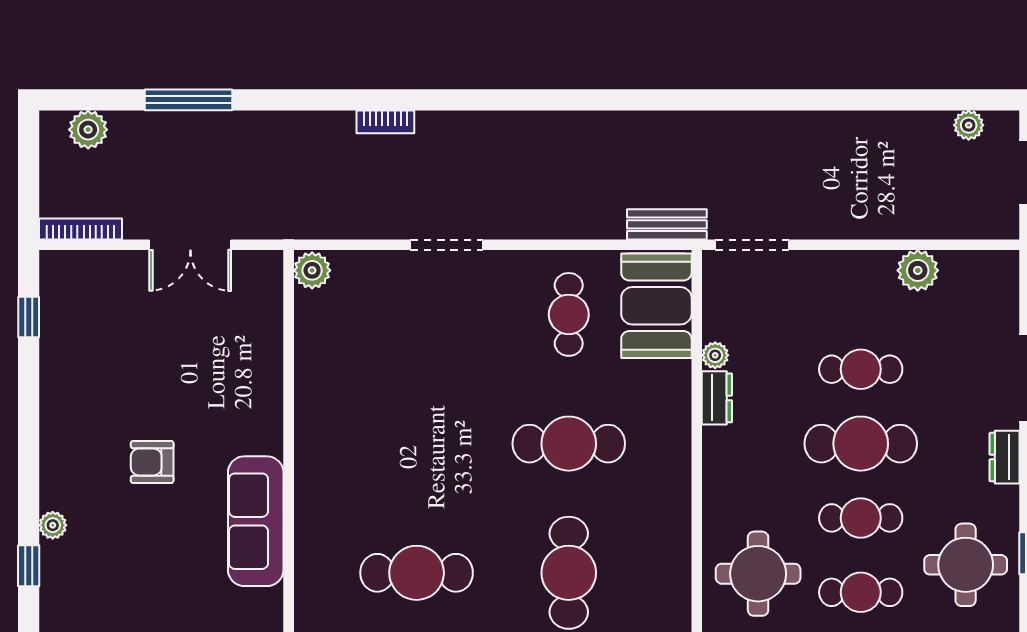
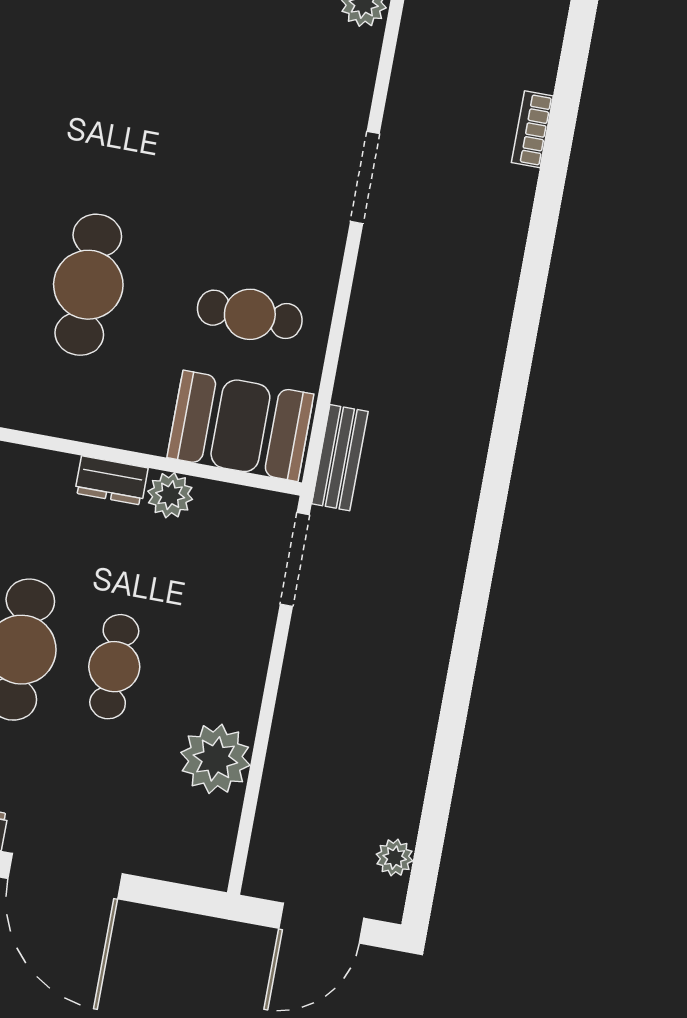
plant: (918, 270) -> (215, 759), width x1.36, depth x1.36
plant: (715, 355) -> (170, 495), width x1.38, depth x1.38

